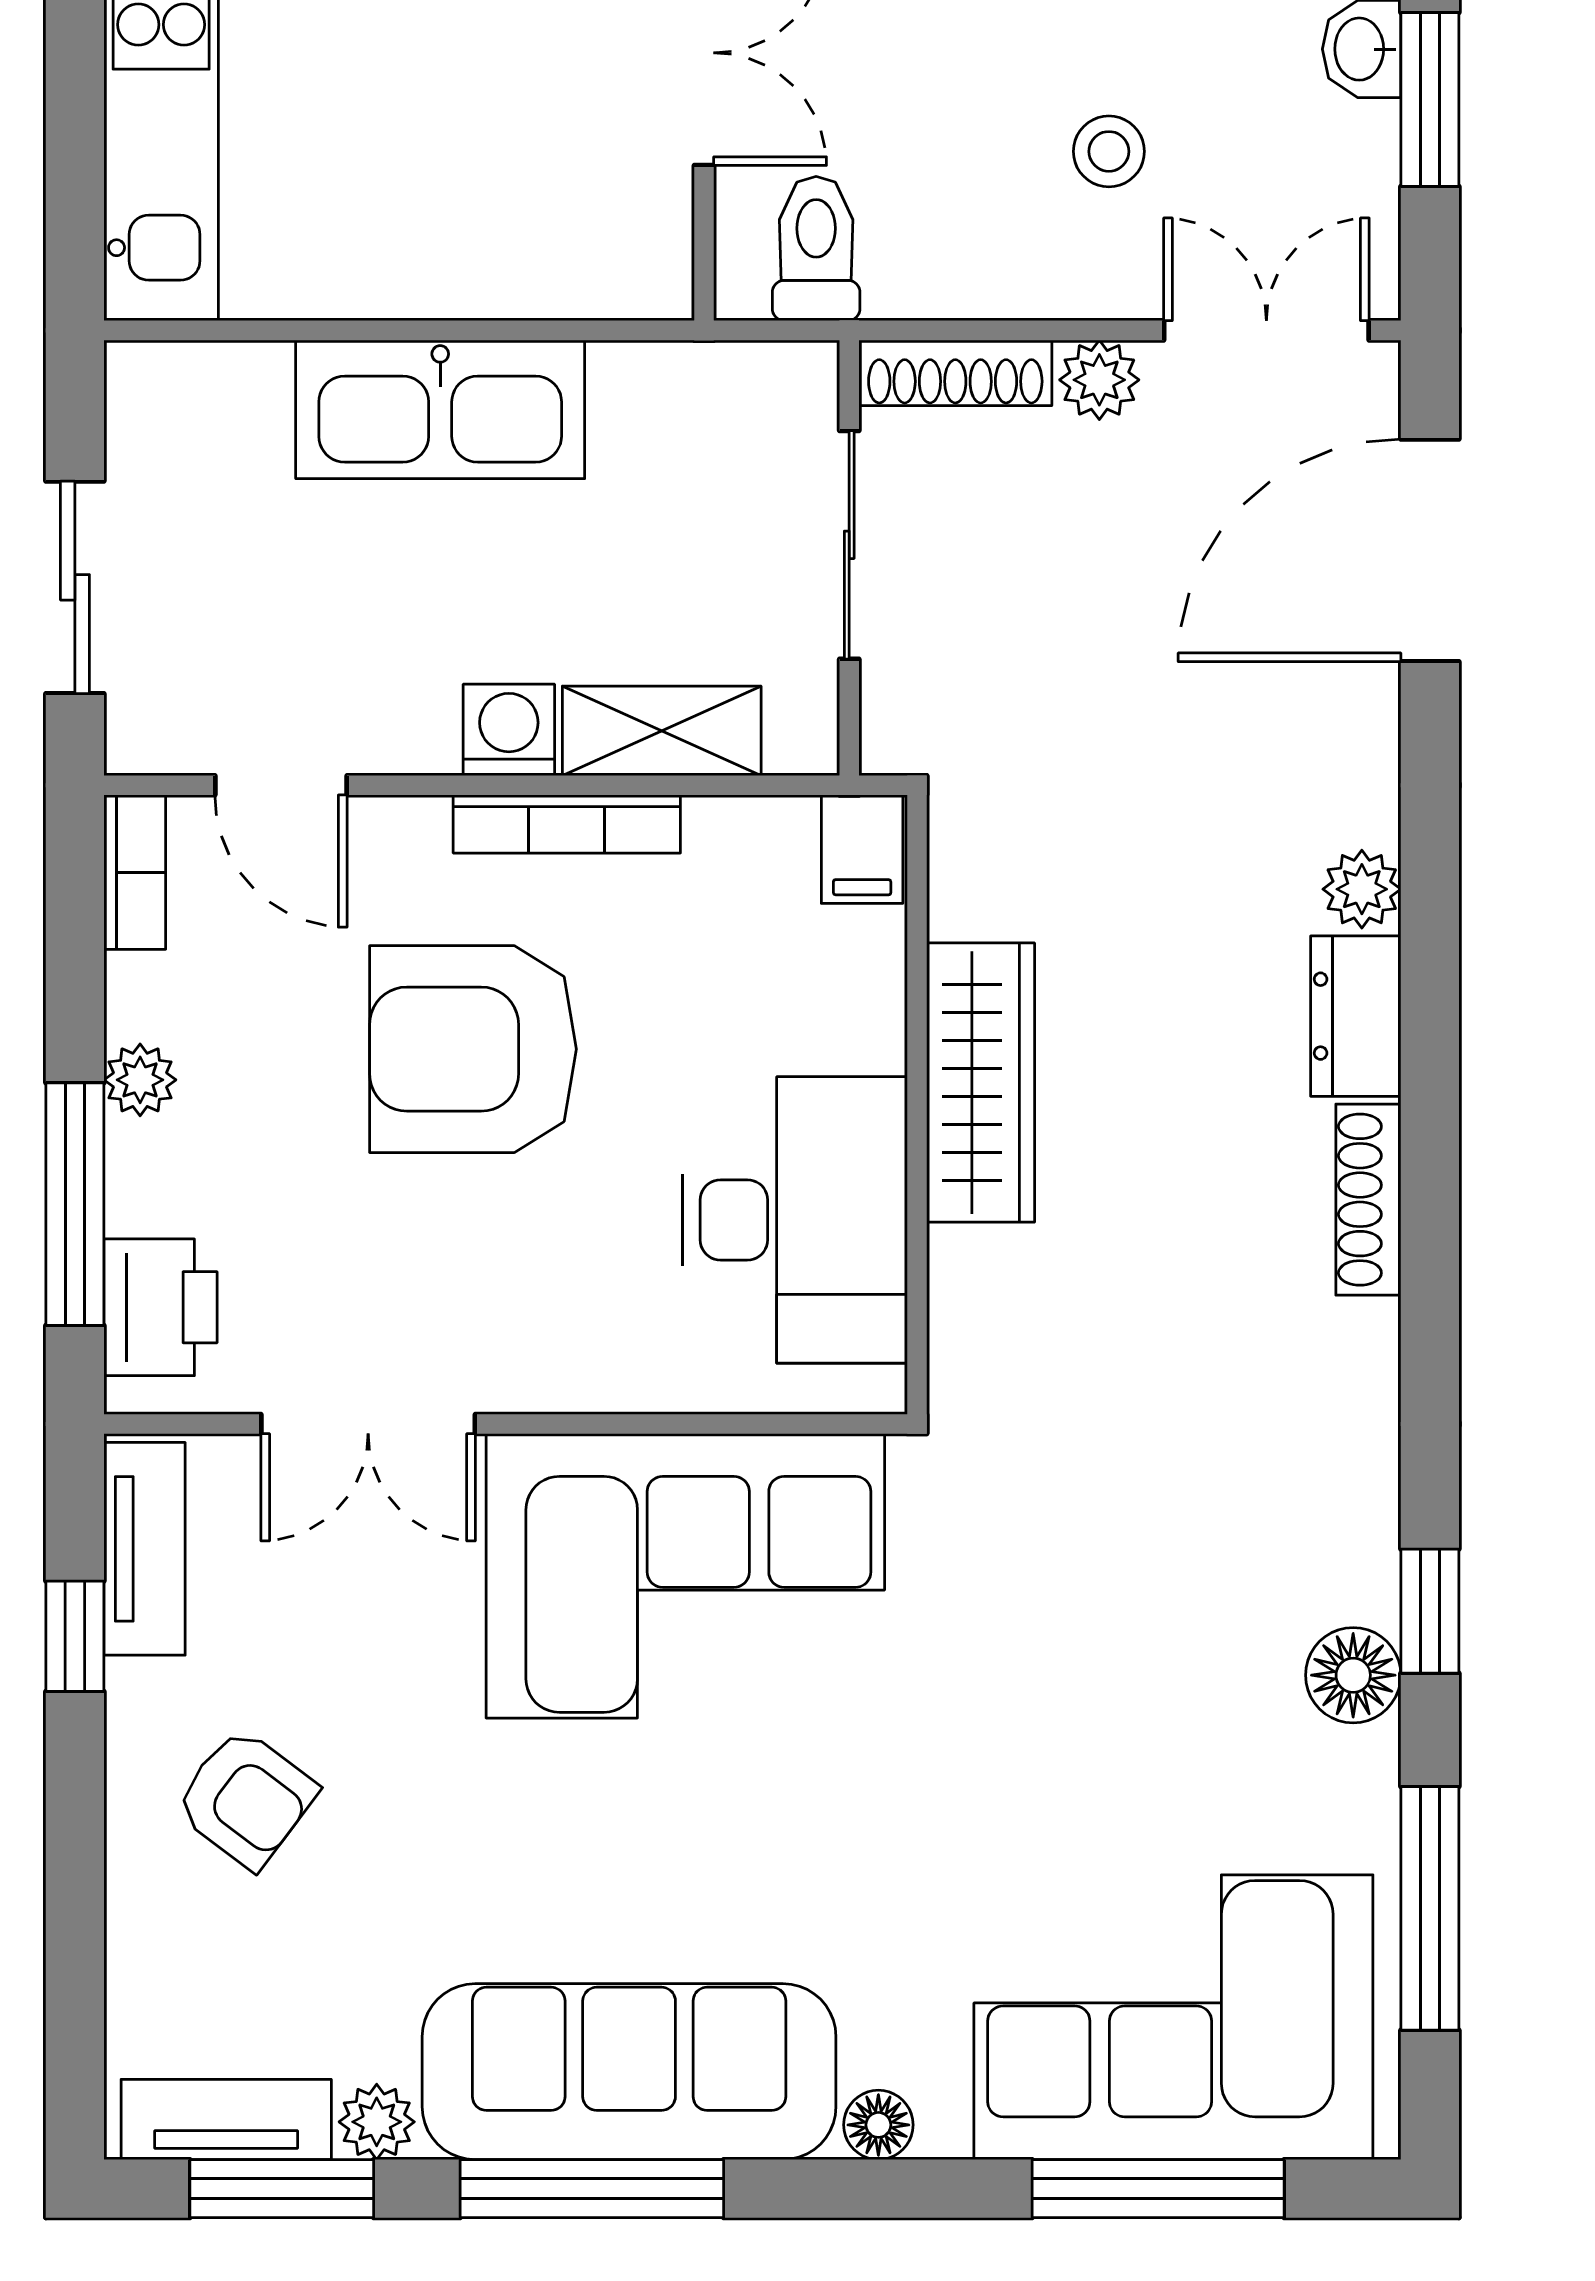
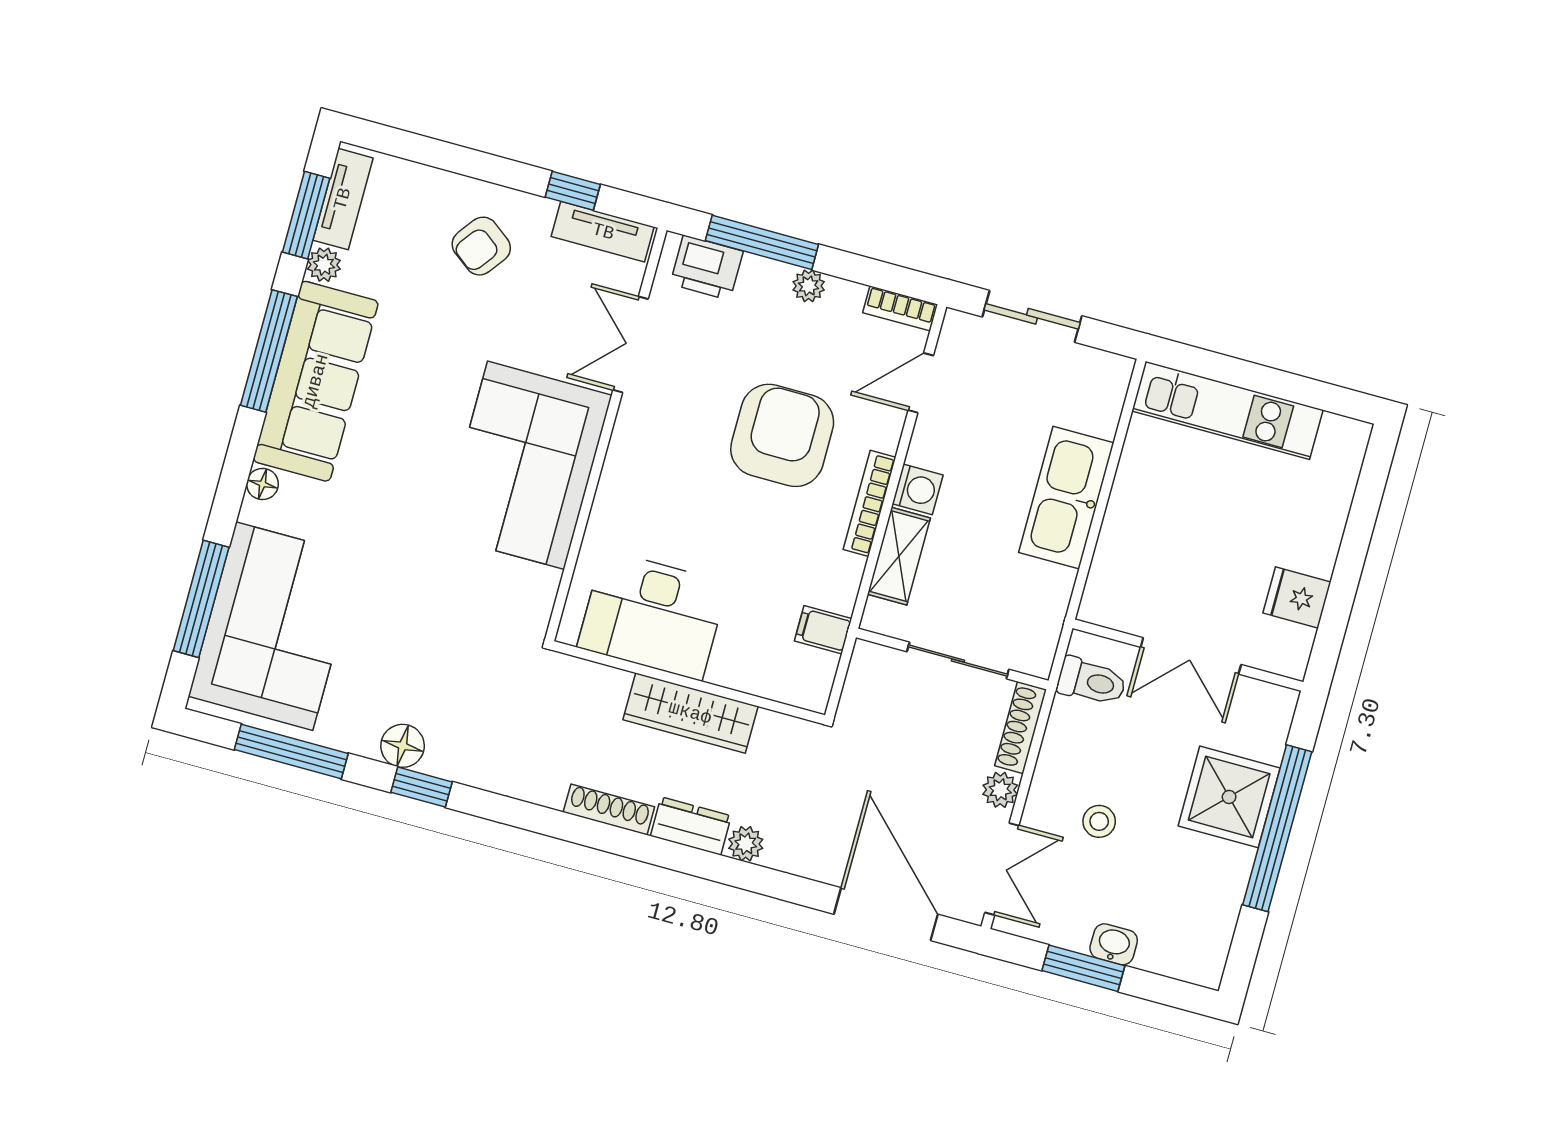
wardrobe: (981, 1083) -> (690, 713), moved
wall: (917, 1105) -> (688, 682), moved
desk: (795, 1220) -> (653, 615), moved

